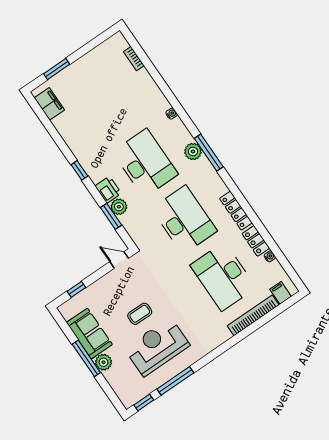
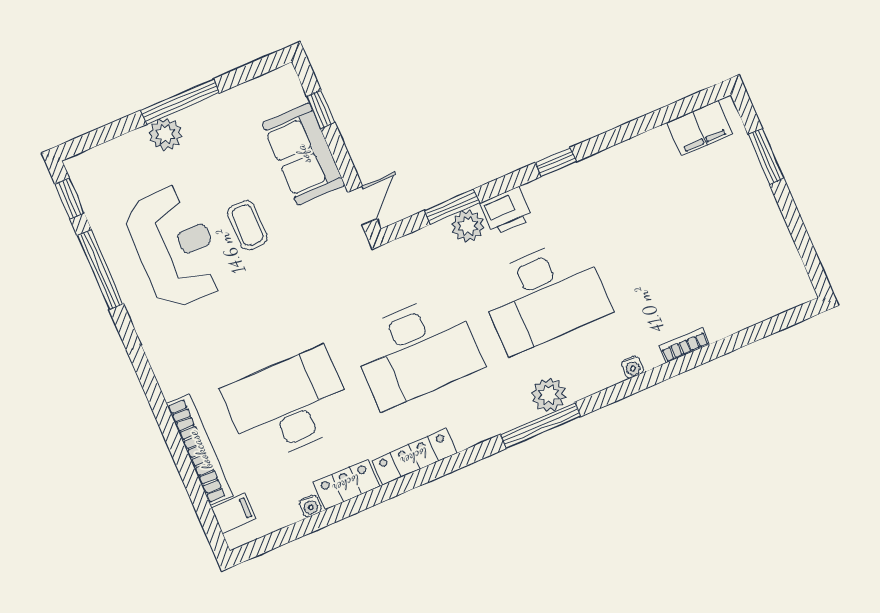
bookcase: (134, 59) -> (684, 345), moved
sofa: (89, 334) -> (303, 154), moved, turned 90

